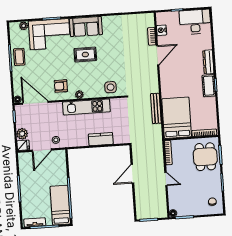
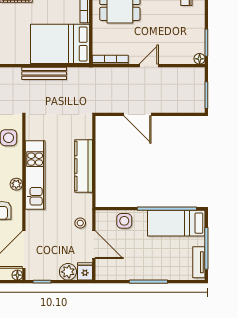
kitchen counter: (101, 139) -> (84, 166), width x1.50
side table: (59, 170) -> (124, 221), added

